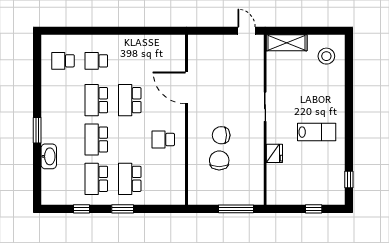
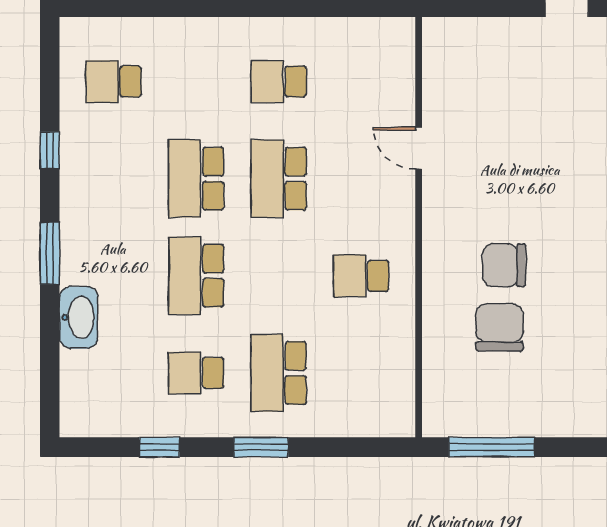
school desk: (96, 61) -> (279, 81), moved
door: (186, 88) -> (419, 148), width x0.53
window: (37, 89) -> (50, 150), added
school desk: (96, 179) -> (196, 373), width x0.54
window: (236, 209) -> (492, 447), moved

